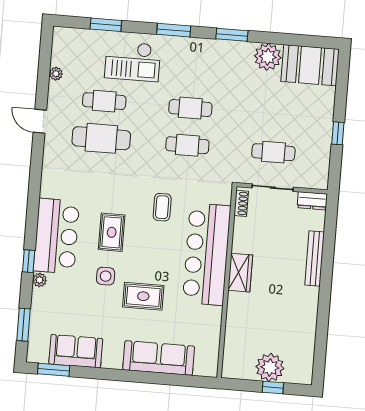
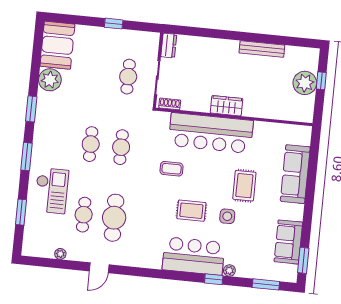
bench: (315, 259) -> (262, 49), moved

